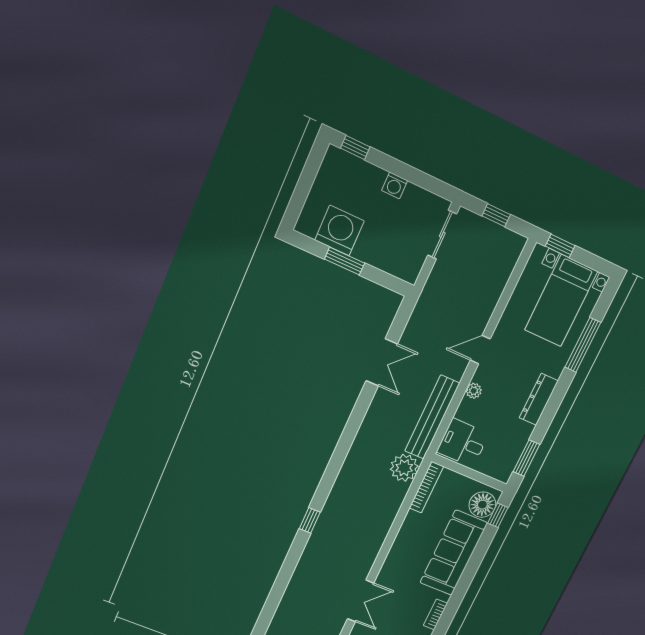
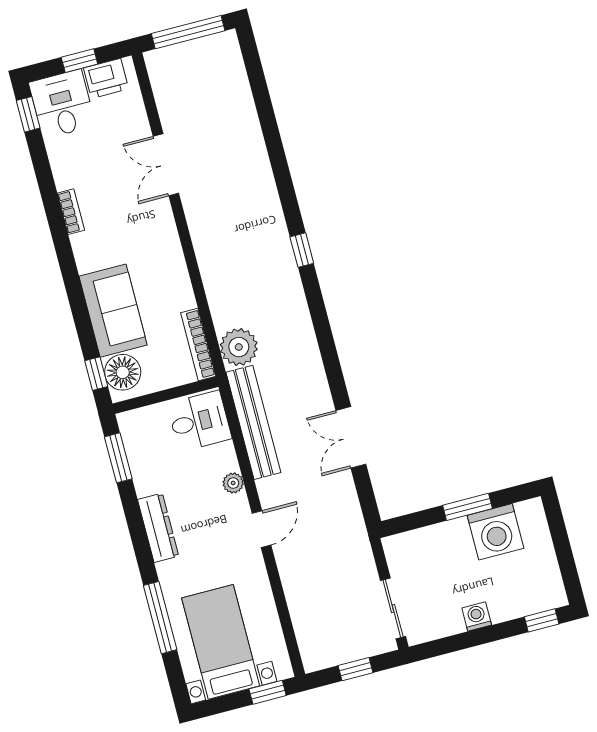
window: (310, 520) -> (302, 250), moved
sofa: (454, 553) -> (113, 311), width x0.73

